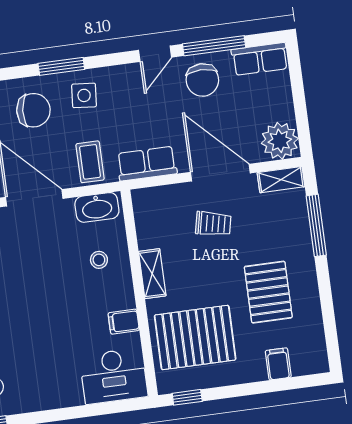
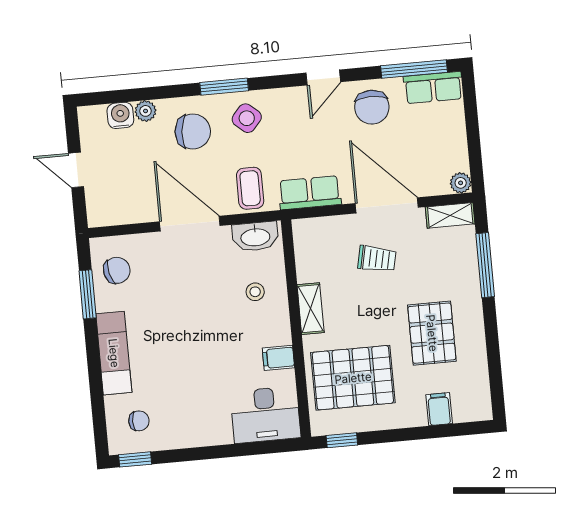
window: (214, 46) -> (414, 69), moved
side table: (84, 95) -> (247, 118), turned 36
plant: (280, 141) -> (461, 183), width x0.53, depth x0.53

